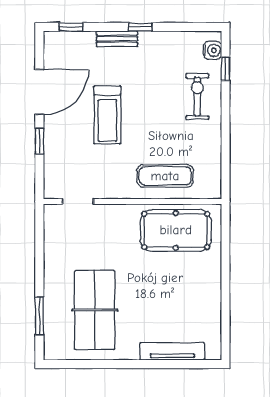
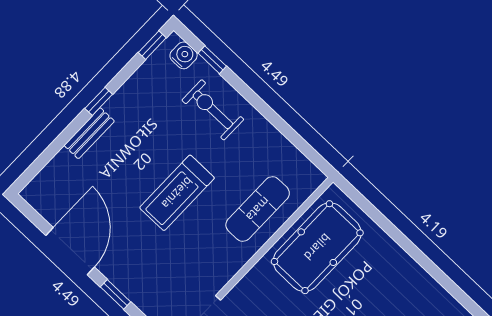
window: (71, 27) -> (152, 45), moved
treadmill: (107, 115) -> (177, 193), moved, turned 90

